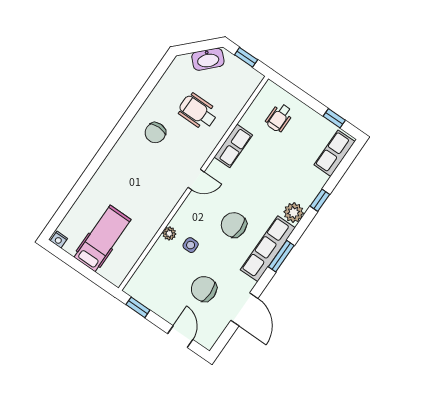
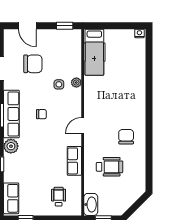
washbasin: (208, 59) -> (91, 204), moved, turned 135
chair: (234, 225) -> (41, 114), width x0.54, depth x0.54
hospital bed: (103, 238) -> (94, 52), moved

